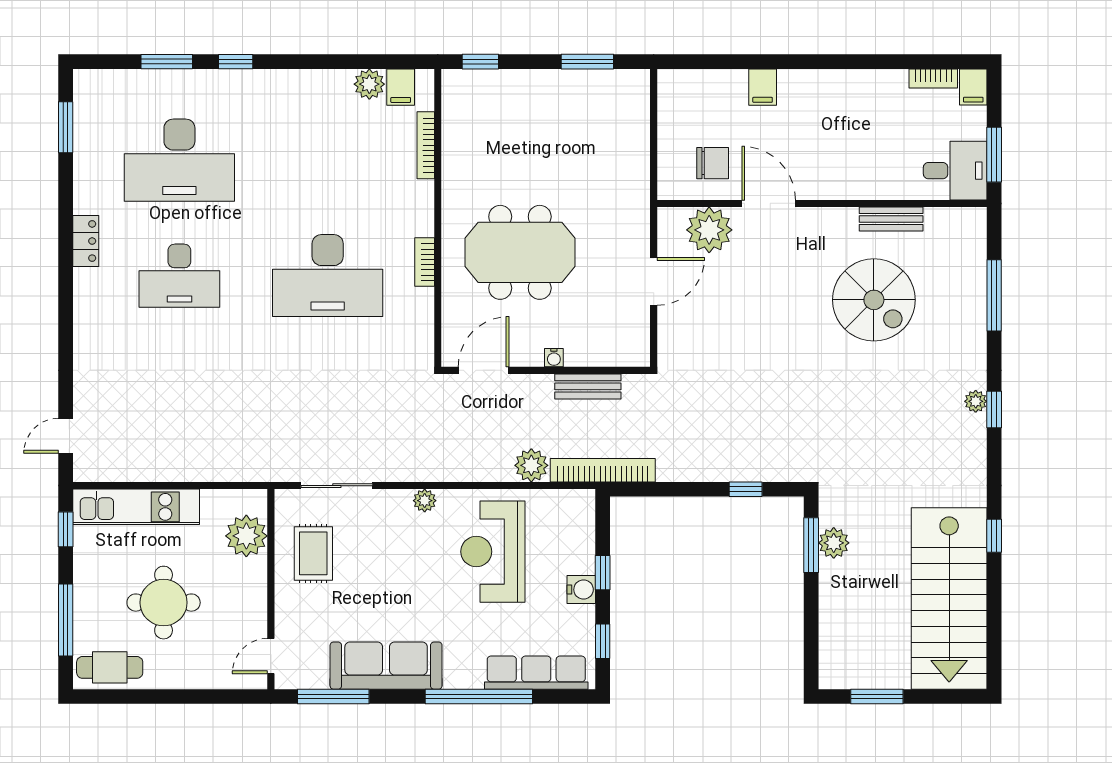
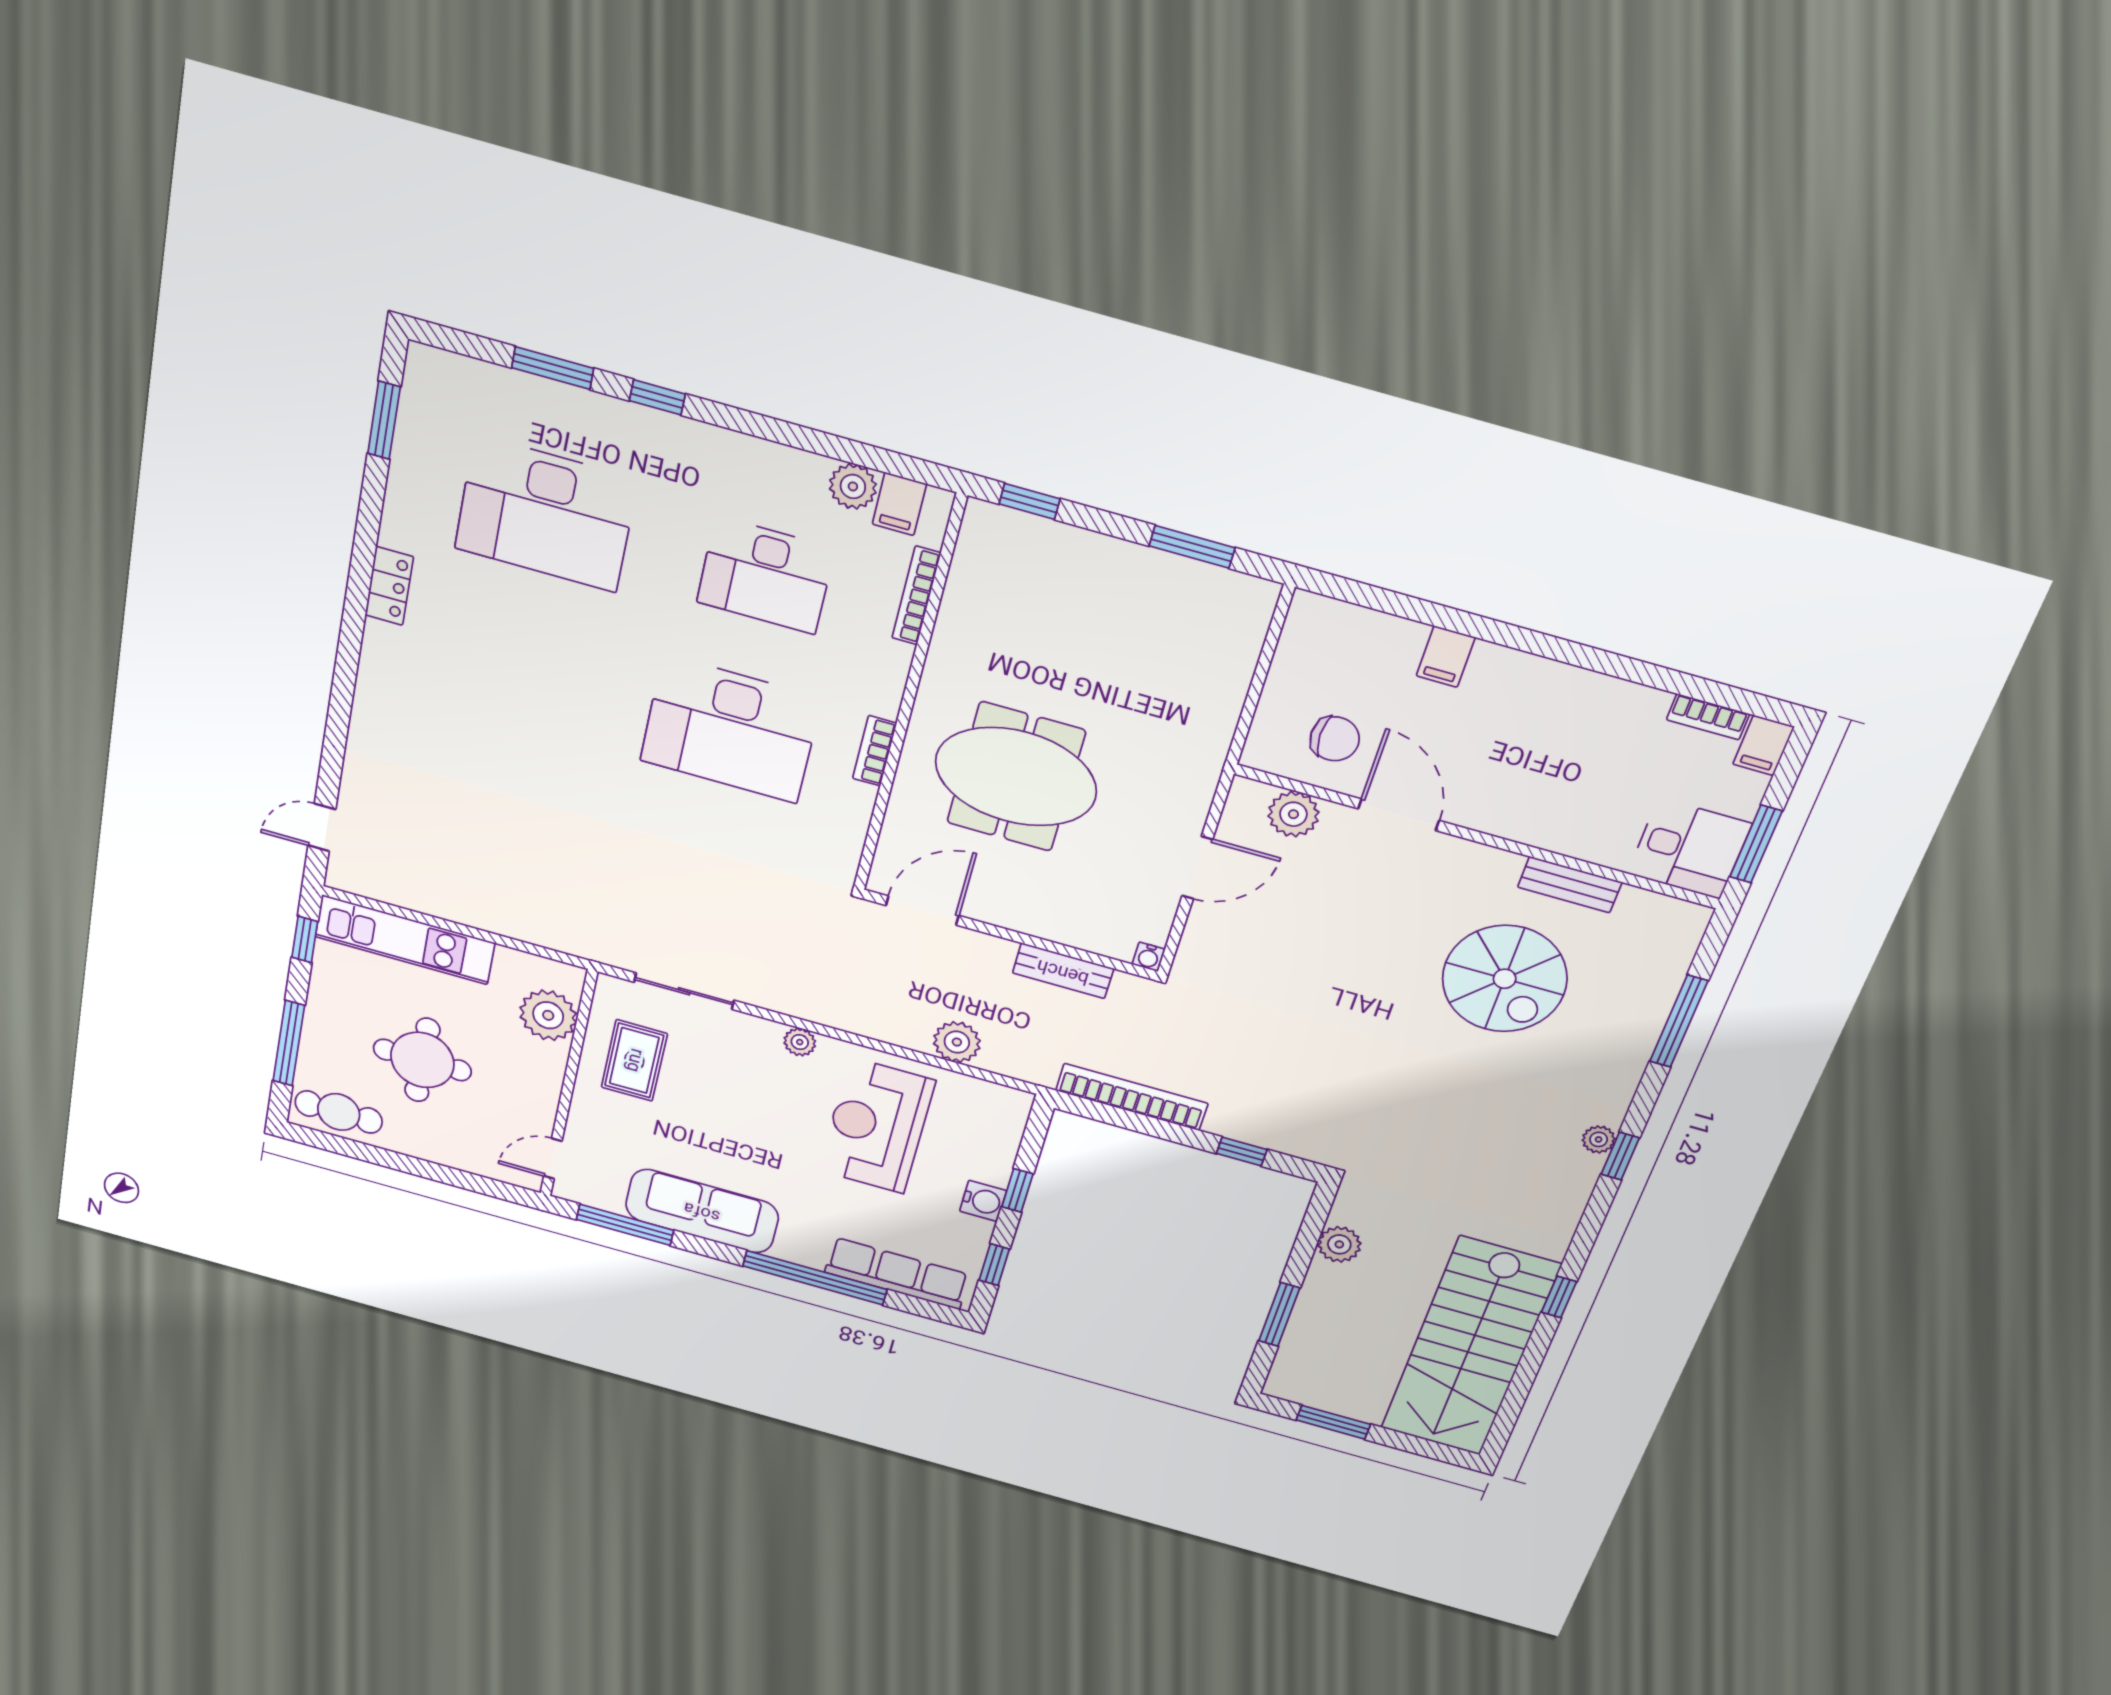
plant: (709, 230) -> (1293, 814), width x0.73, depth x0.73
desk: (179, 276) -> (766, 575), moved
water cooler: (554, 358) -> (1149, 957), moved
bookcase: (603, 470) -> (1132, 1097), moved
window: (811, 545) -> (1279, 1314), moved

